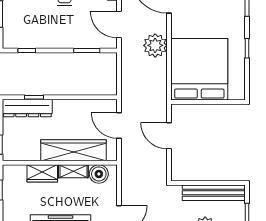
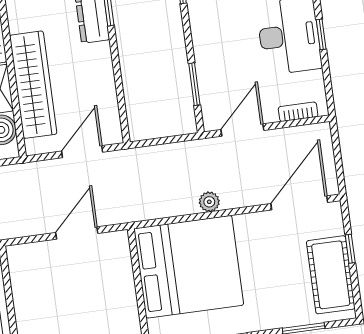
plant: (155, 45) -> (209, 202), width x0.53, depth x0.53

